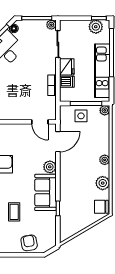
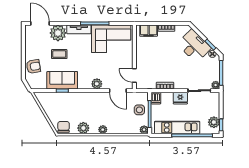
dishwasher: (67, 82) -> (156, 98), moved
door: (40, 122) -> (134, 76), hinge flipped
sofa: (45, 192) -> (62, 80), moved

